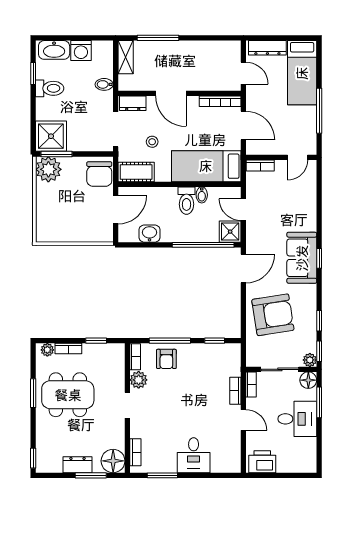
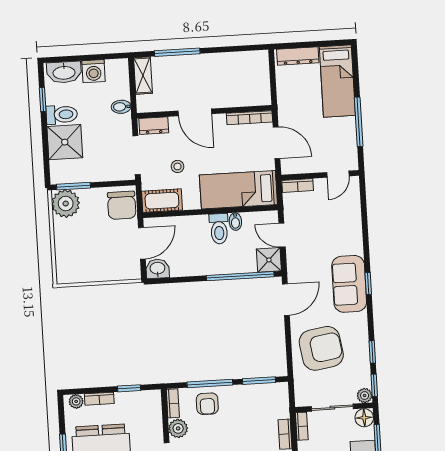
door: (243, 73) -> (273, 85), removed
shower: (51, 136) -> (65, 142), moved
washbasin: (150, 234) -> (158, 269), moved
window: (215, 341) -> (259, 381), width x1.50

